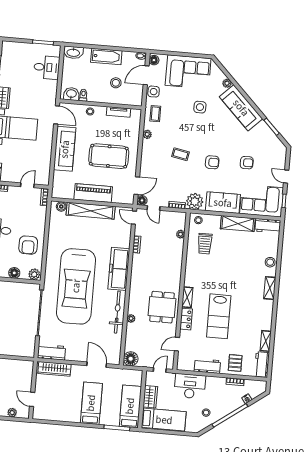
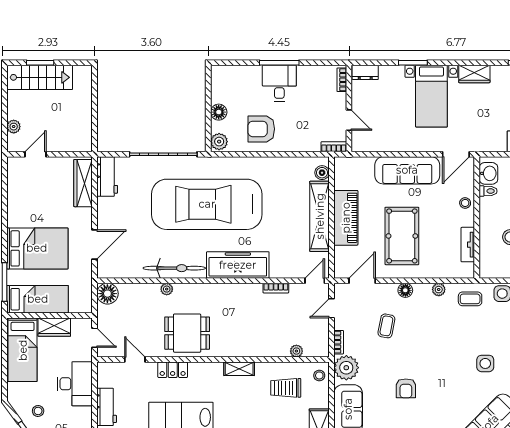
coffee table: (180, 154) -> (386, 326), moved
door: (137, 186) -> (362, 281), swing flipped
floor lamp: (142, 200) -> (405, 290), moved
shelving: (187, 297) -> (239, 369), moved
bed: (91, 403) -> (37, 248), width x1.50

